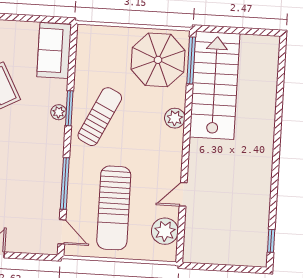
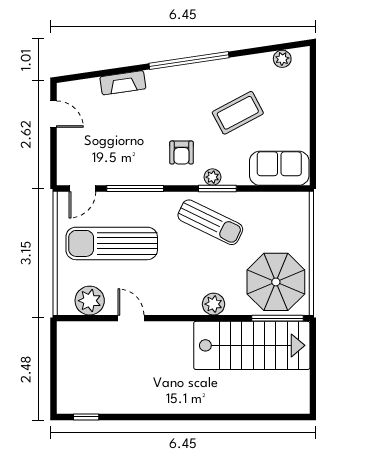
armchair: (34, 139) -> (182, 153), added

